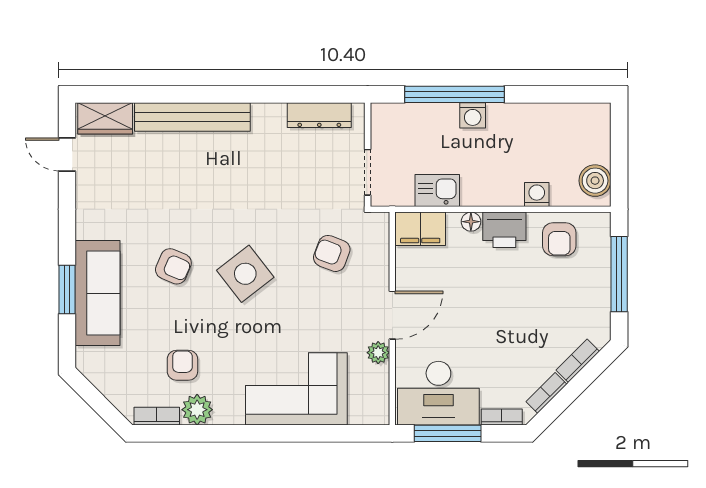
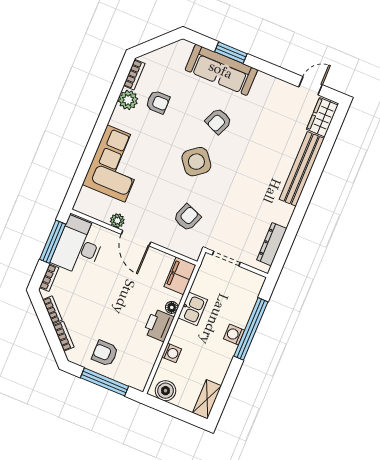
shelving: (582, 115) -> (207, 399), added
kitchen sink: (437, 190) -> (193, 309), moved
armchair: (559, 239) -> (105, 353), moved

